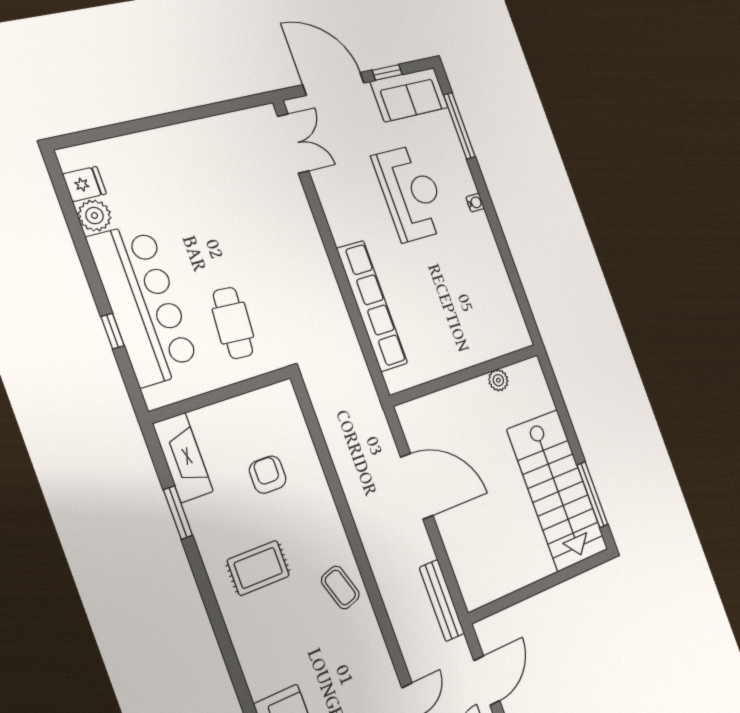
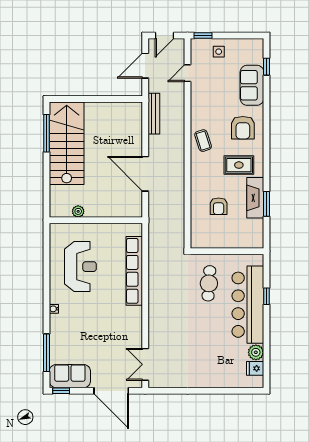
window: (387, 72) -> (61, 391), moved
reception desk: (411, 193) -> (80, 267), moved, turned 180
fireplace: (183, 458) -> (255, 198), moved
armchair: (277, 643) -> (243, 128), added

